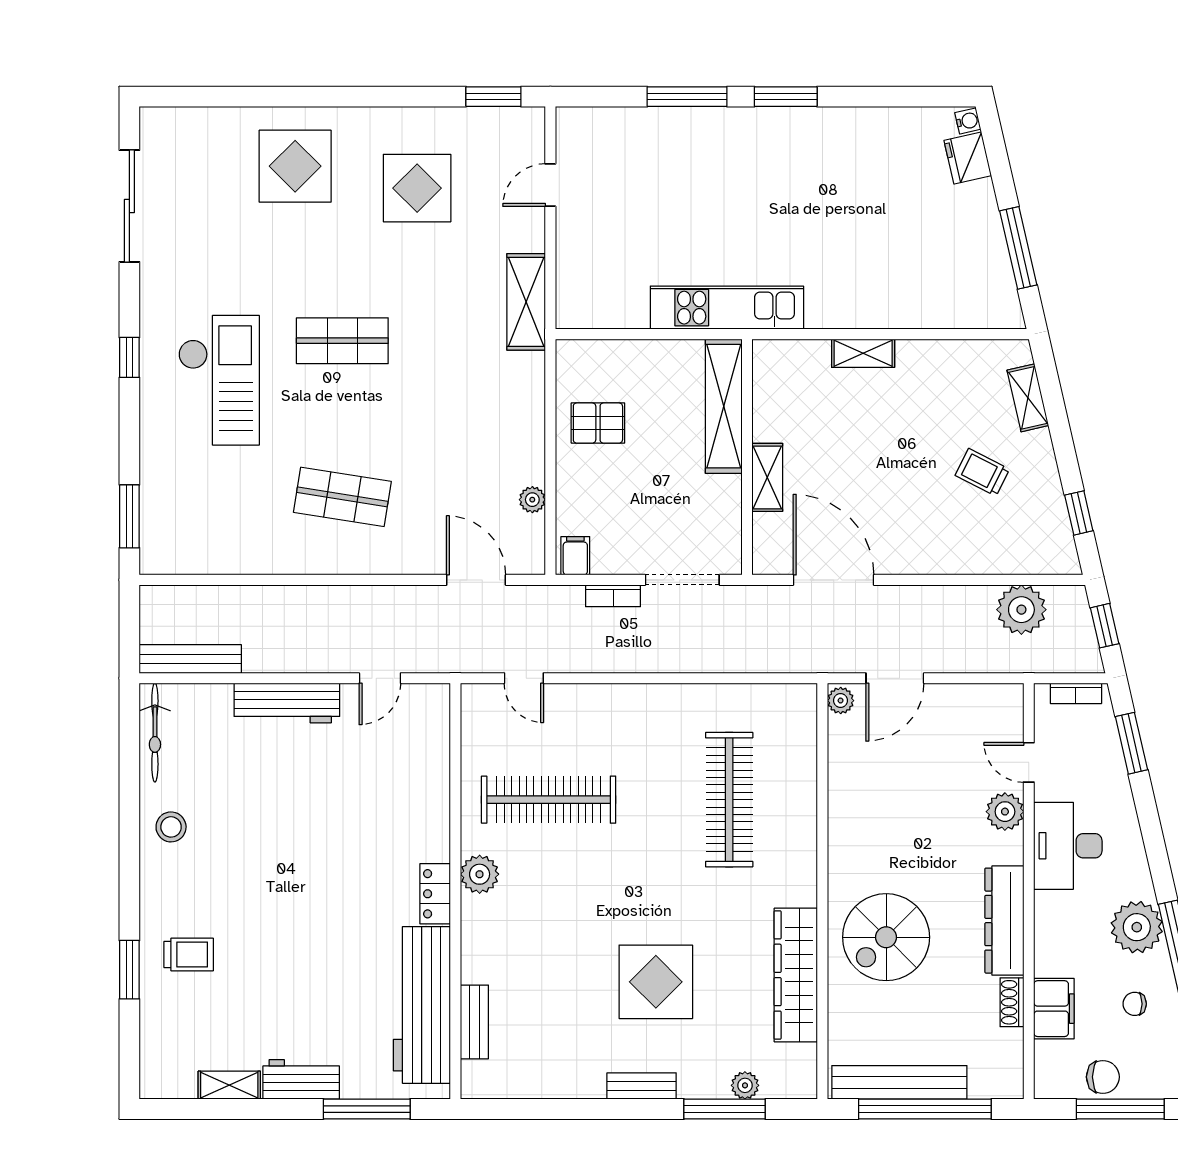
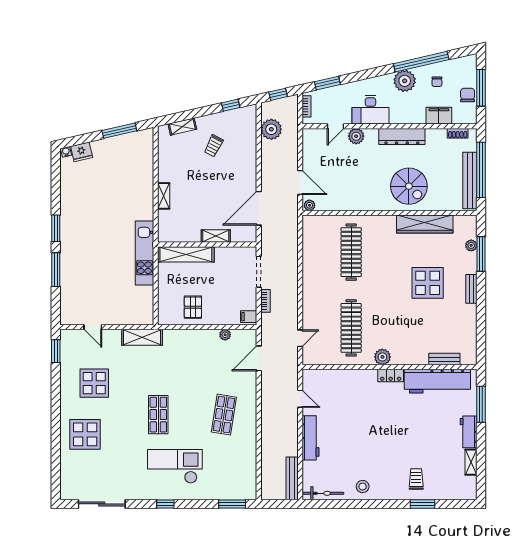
clothes rail: (729, 800) -> (351, 252), turned 90
shoe rack: (1012, 1002) -> (458, 133), moved

